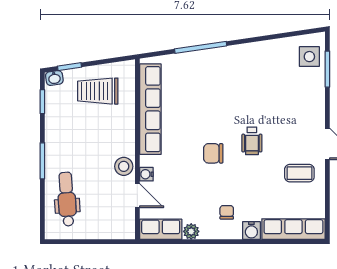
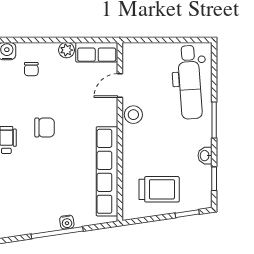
washbasin: (54, 78) -> (205, 156), moved, turned -82
water cooler: (146, 174) -> (67, 222), moved, turned 82
door: (137, 196) -> (120, 86), hinge flipped
dental chair: (67, 199) -> (190, 82), width x1.36, depth x1.38

